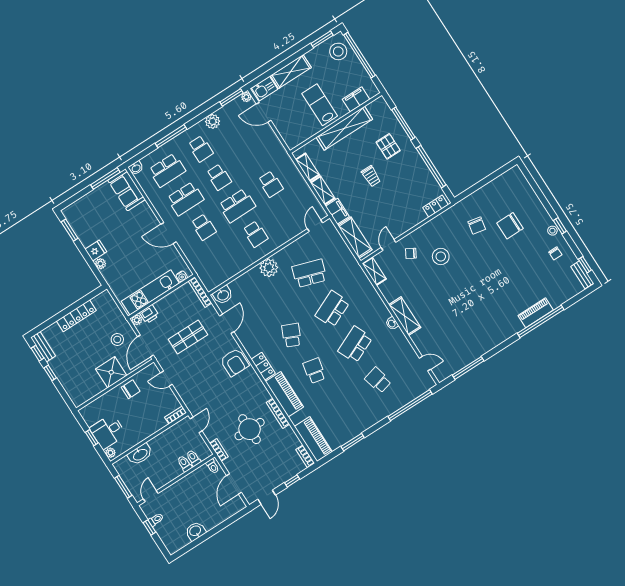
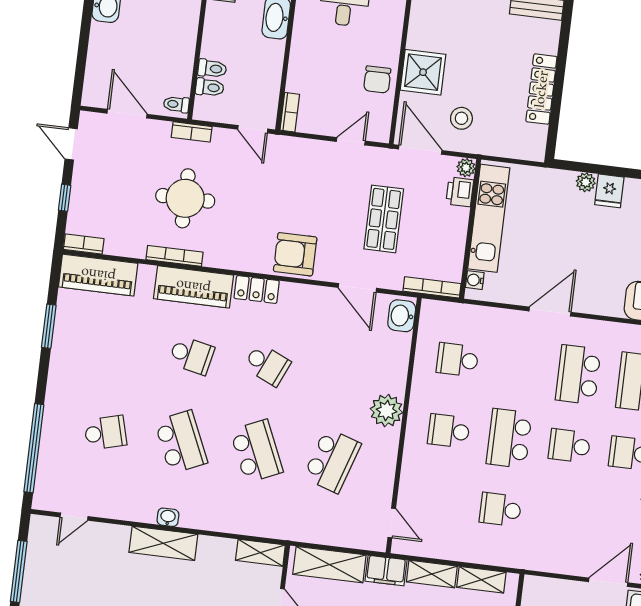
school desk: (204, 227) -> (458, 360), moved

